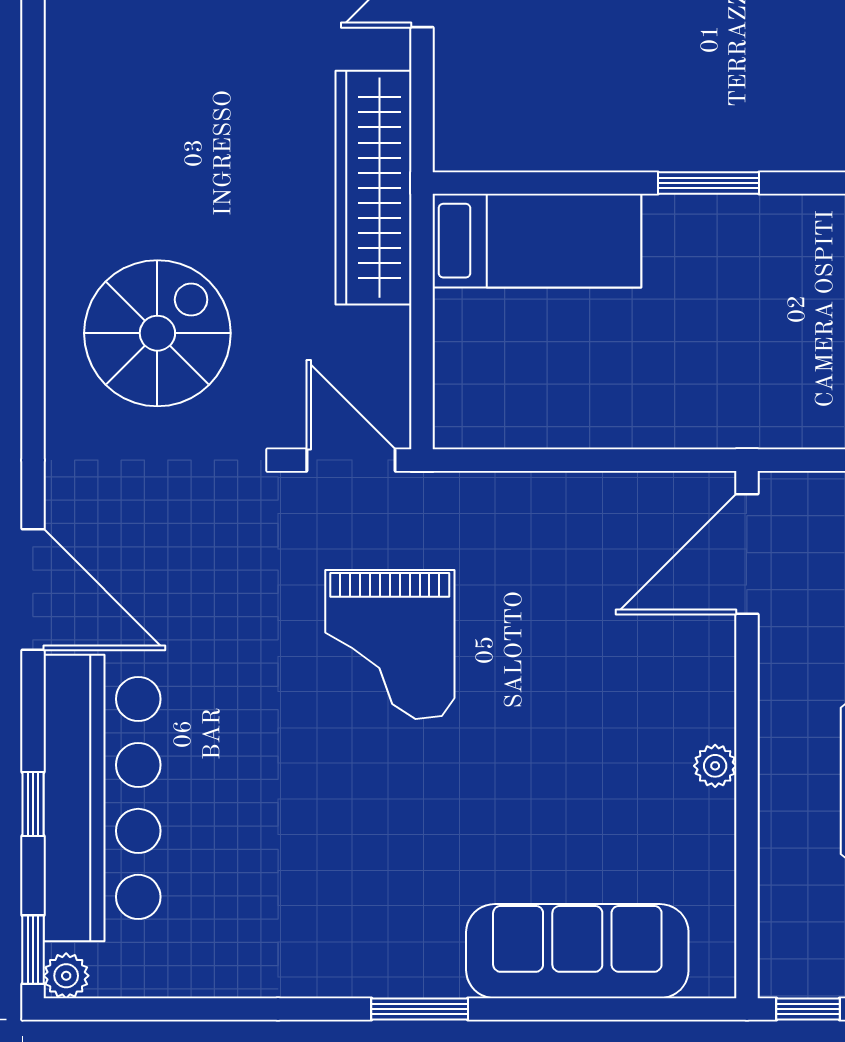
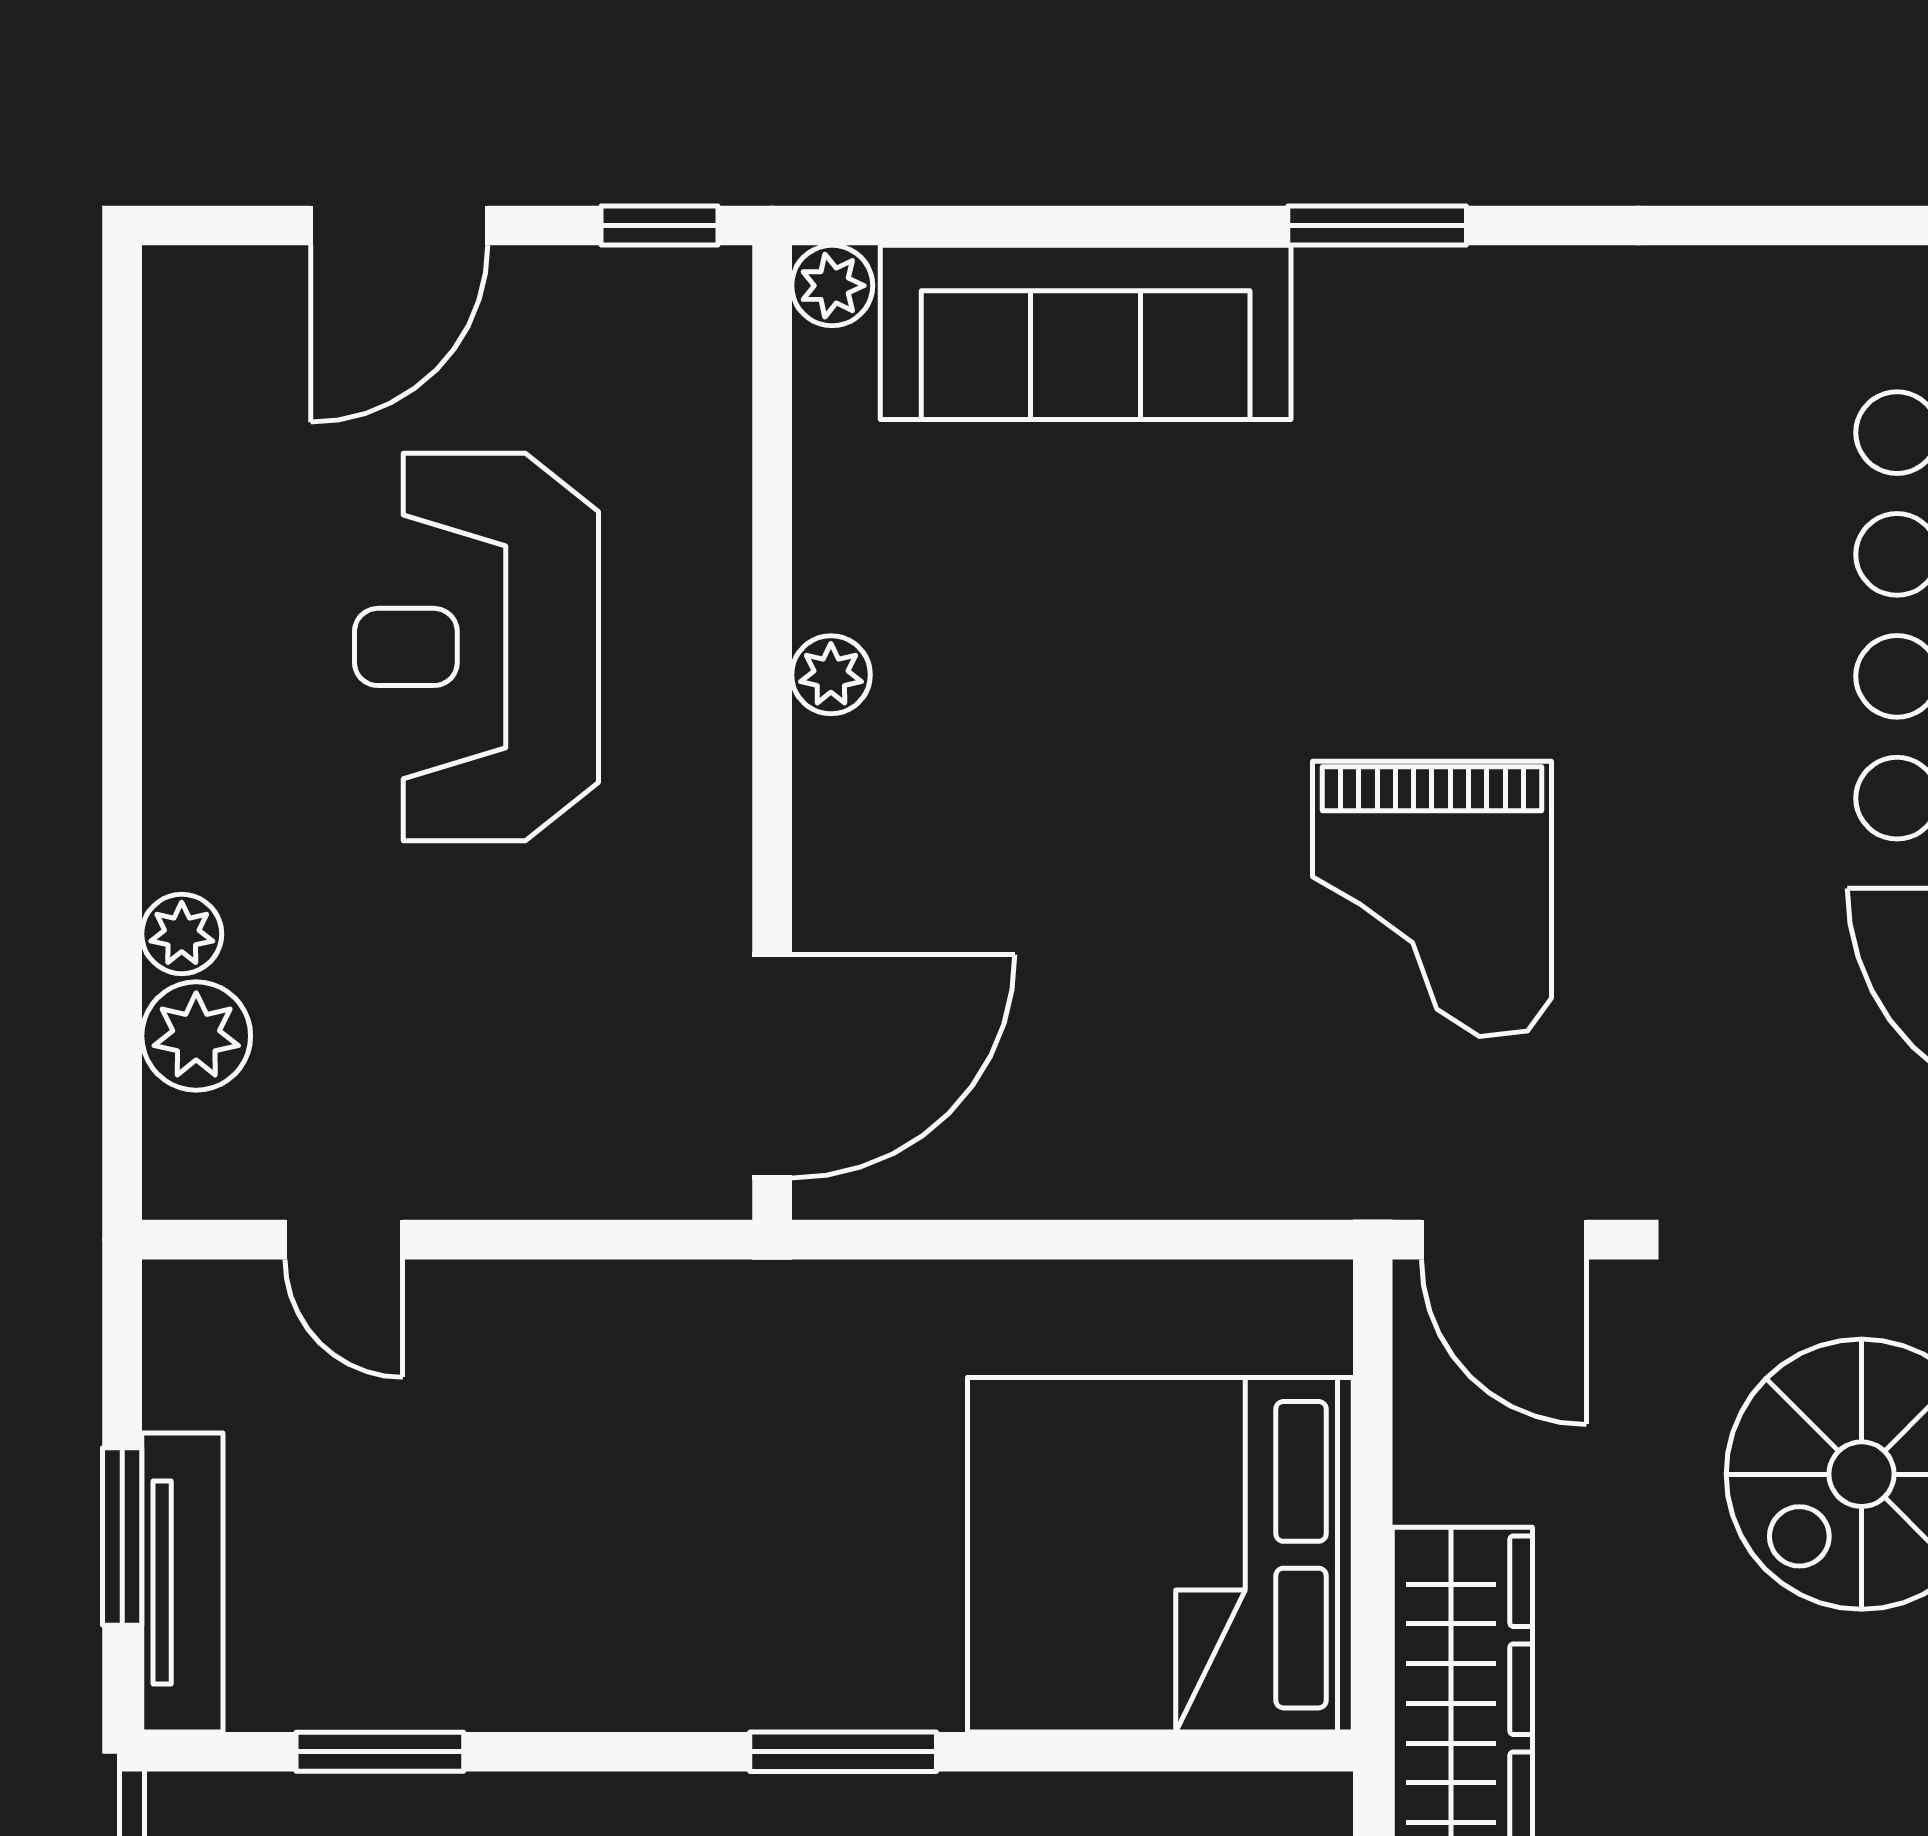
bed: (537, 241) -> (1160, 1555), width x2.04
grand piano: (390, 645) -> (1432, 899), turned 180
plant: (714, 976) -> (832, 286), added

